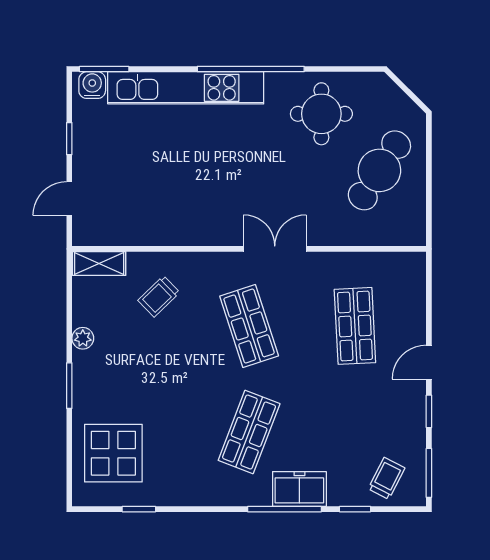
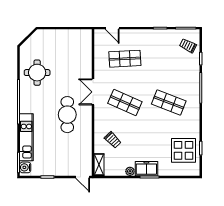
kitchen unit: (186, 88) -> (26, 137), width x0.73
cafe table: (379, 170) -> (67, 115), moved, turned 57
door: (69, 199) -> (83, 177), moved
shop shelf: (249, 326) -> (125, 103), turned 42
door: (429, 362) -> (112, 28), moved
display table: (113, 453) -> (183, 150), moved
freezer: (299, 489) -> (146, 169), moved, turned 90

